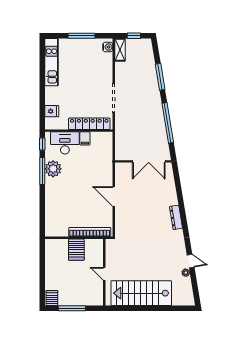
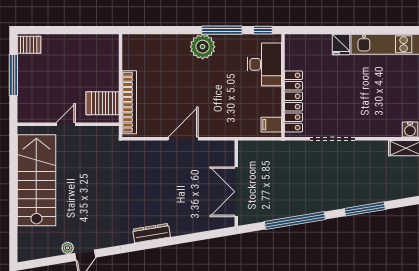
fridge: (52, 111) -> (341, 44), moved
filing cabinet: (85, 138) -> (271, 125), moved
plant: (53, 169) -> (203, 47), moved
server rack: (76, 250) -> (102, 103), moved

